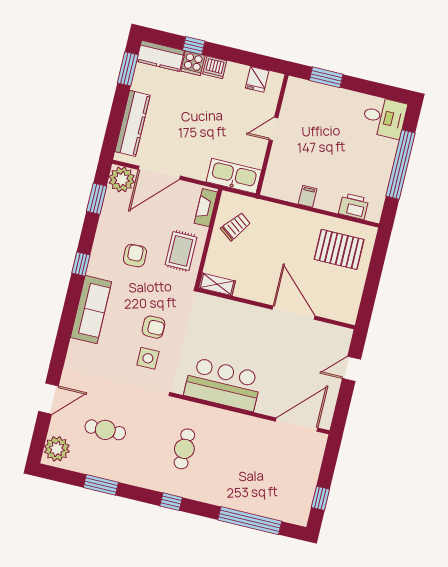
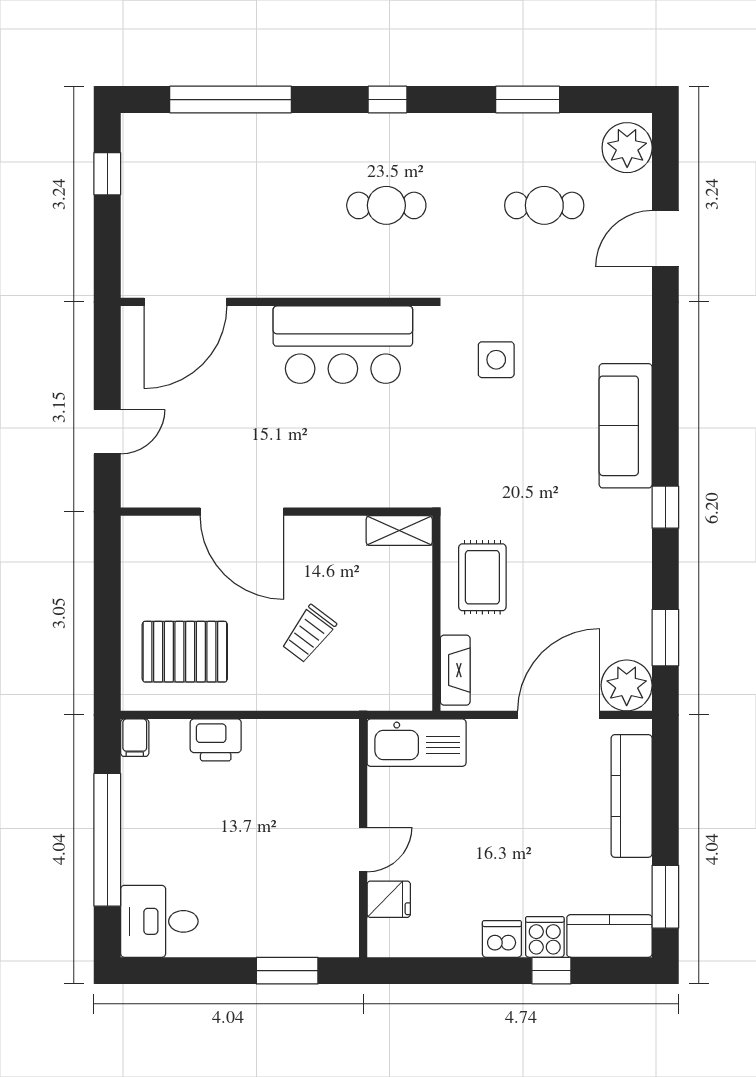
fridge: (257, 79) -> (389, 899), moved, turned 90
filing cabinet: (308, 196) -> (135, 738), moved
printer: (354, 206) -> (216, 740), moved
trolley: (236, 227) -> (309, 634), moved
armchair: (135, 256) -> (567, 548), removed
armchair: (154, 327) -> (500, 421), removed
cafe table: (184, 449) -> (386, 205), turned 90

